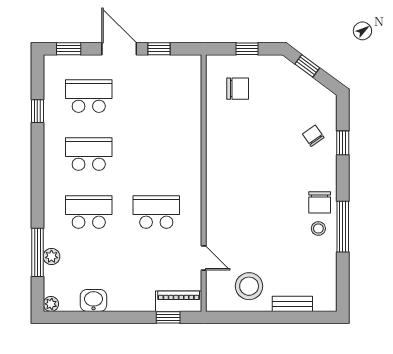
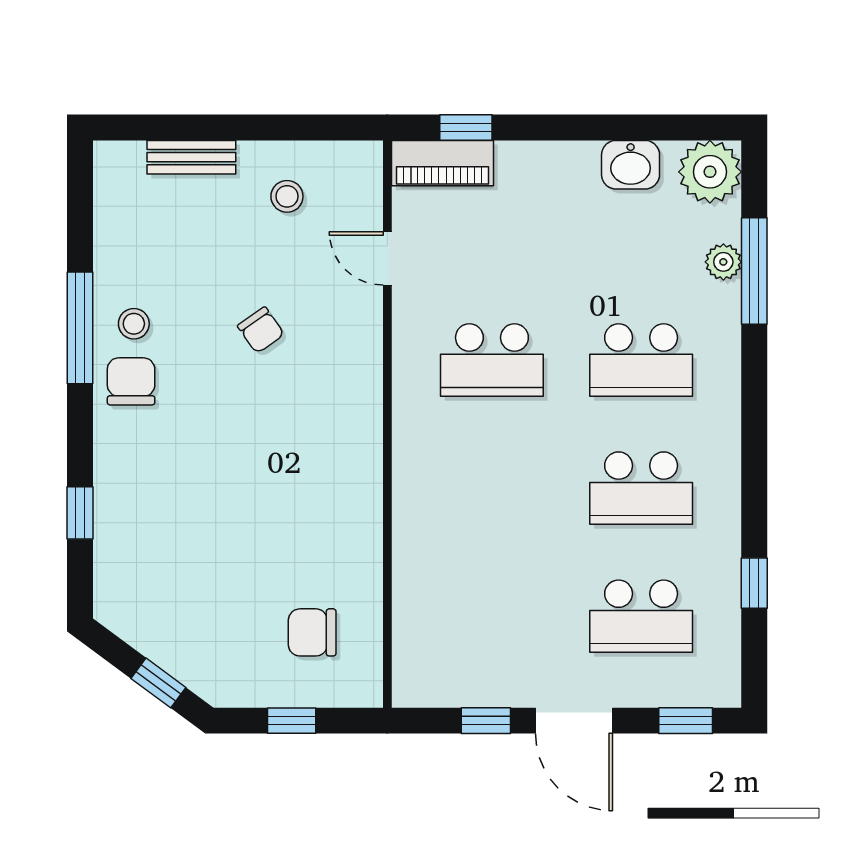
chair: (313, 136) -> (261, 330), moved
stool: (249, 286) -> (287, 196), width x0.53, depth x0.53
plant: (51, 304) -> (710, 172), width x1.87, depth x1.87

